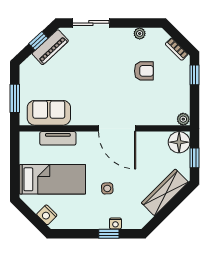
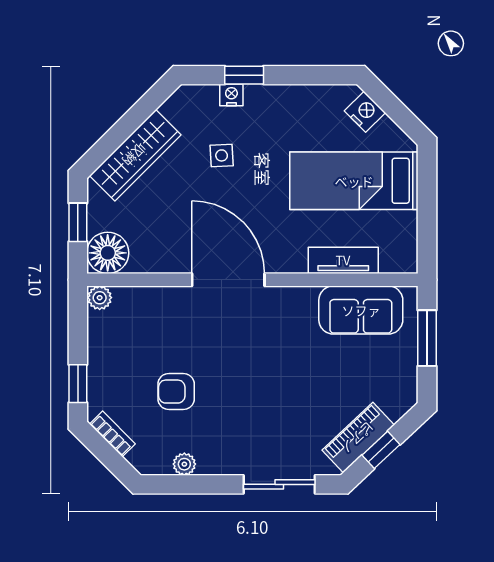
side table: (107, 188) -> (222, 155), moved

